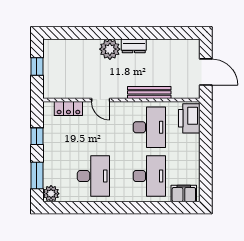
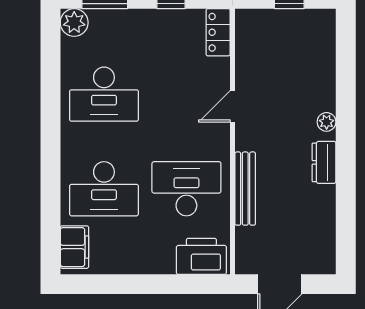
plant: (110, 49) -> (327, 122), width x0.53, depth x0.53
locker: (68, 108) -> (218, 32), moved
desk: (149, 127) -> (186, 189), turned 180

